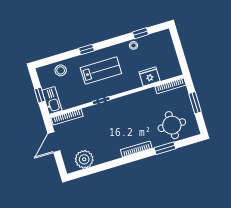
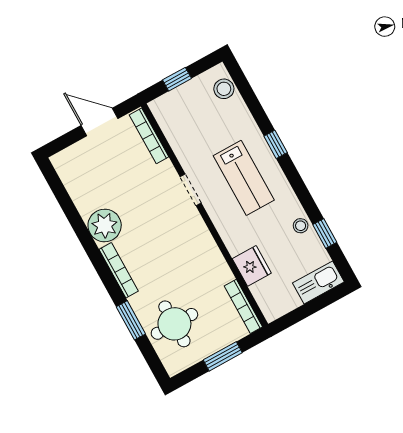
stool: (61, 70) -> (224, 89), moved
kitchen sink: (52, 100) -> (318, 282), moved, turned 180
plant: (84, 159) -> (105, 226), moved

